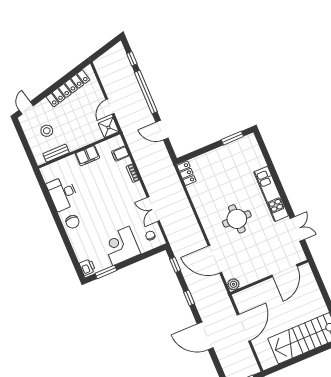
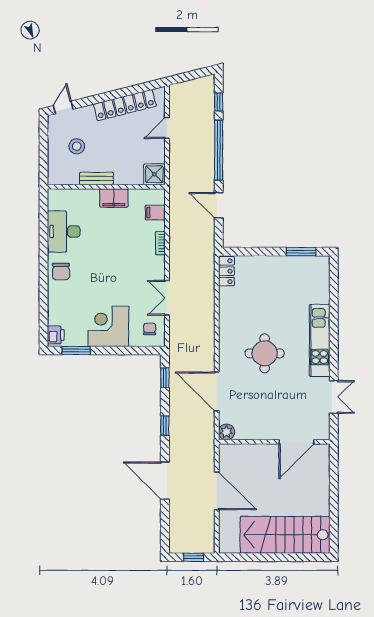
door: (110, 107) -> (167, 128), moved
bench: (56, 153) -> (96, 179), moved
door: (244, 328) -> (217, 491), hinge flipped

